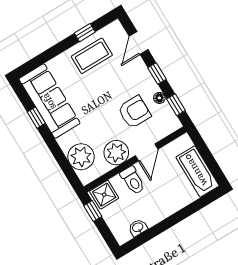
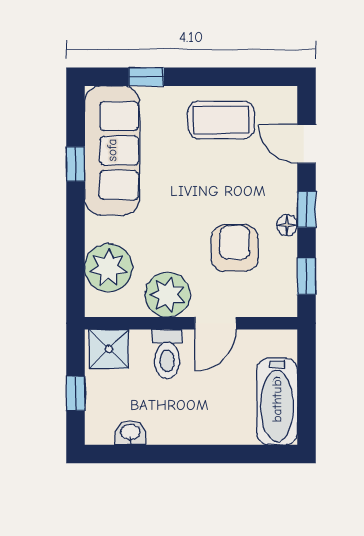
window: (85, 33) -> (146, 77), moved
door: (139, 43) -> (307, 144), hinge flipped
floor lamp: (159, 98) -> (287, 225), moved
armchair: (134, 112) -> (235, 248), turned -90
window: (93, 211) -> (75, 394), moved

